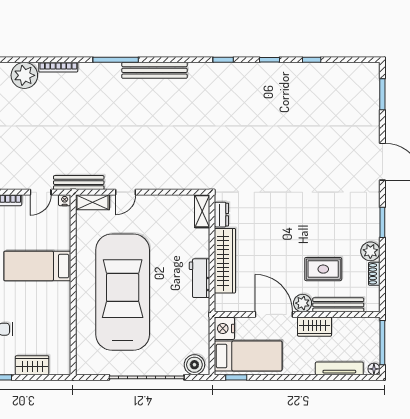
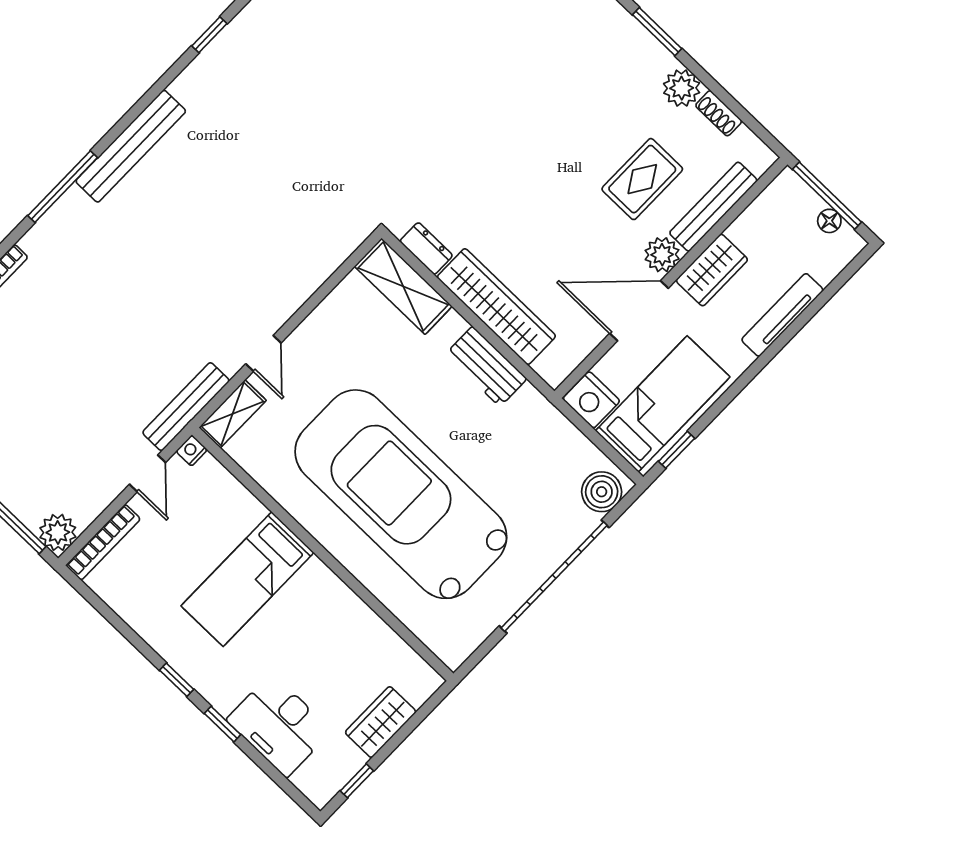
shelving: (202, 211) -> (403, 286), width x1.50, depth x1.33
tv unit: (339, 368) -> (782, 315), moved
floor lamp: (374, 369) -> (829, 221), moved

